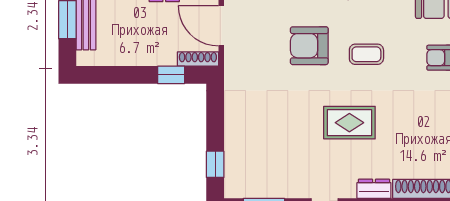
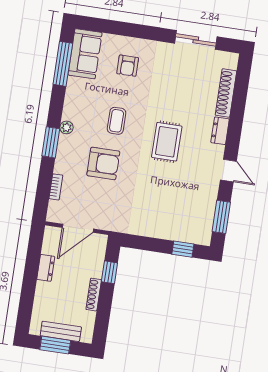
armchair: (309, 46) -> (103, 163), turned -90
shoe rack: (198, 59) -> (94, 295), moved

